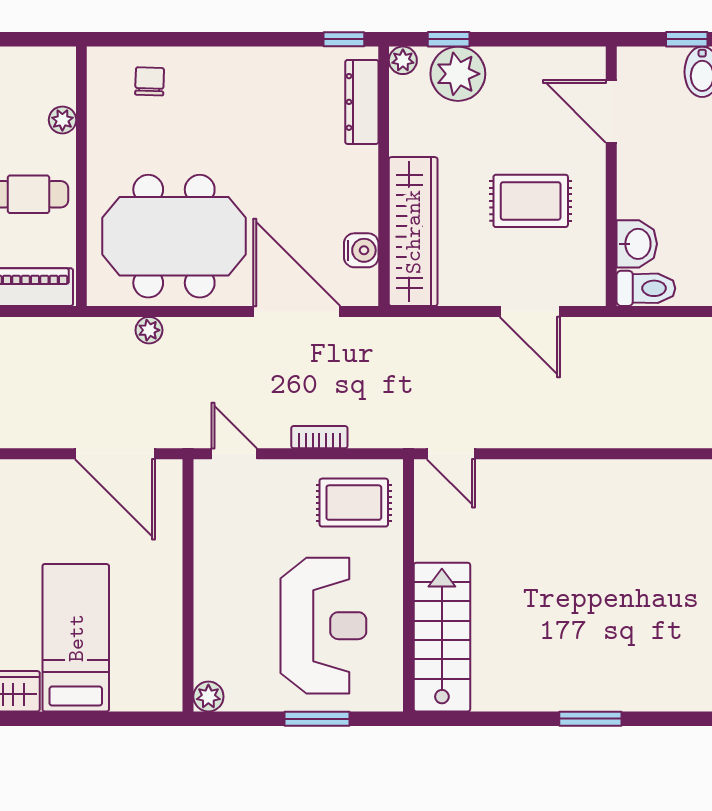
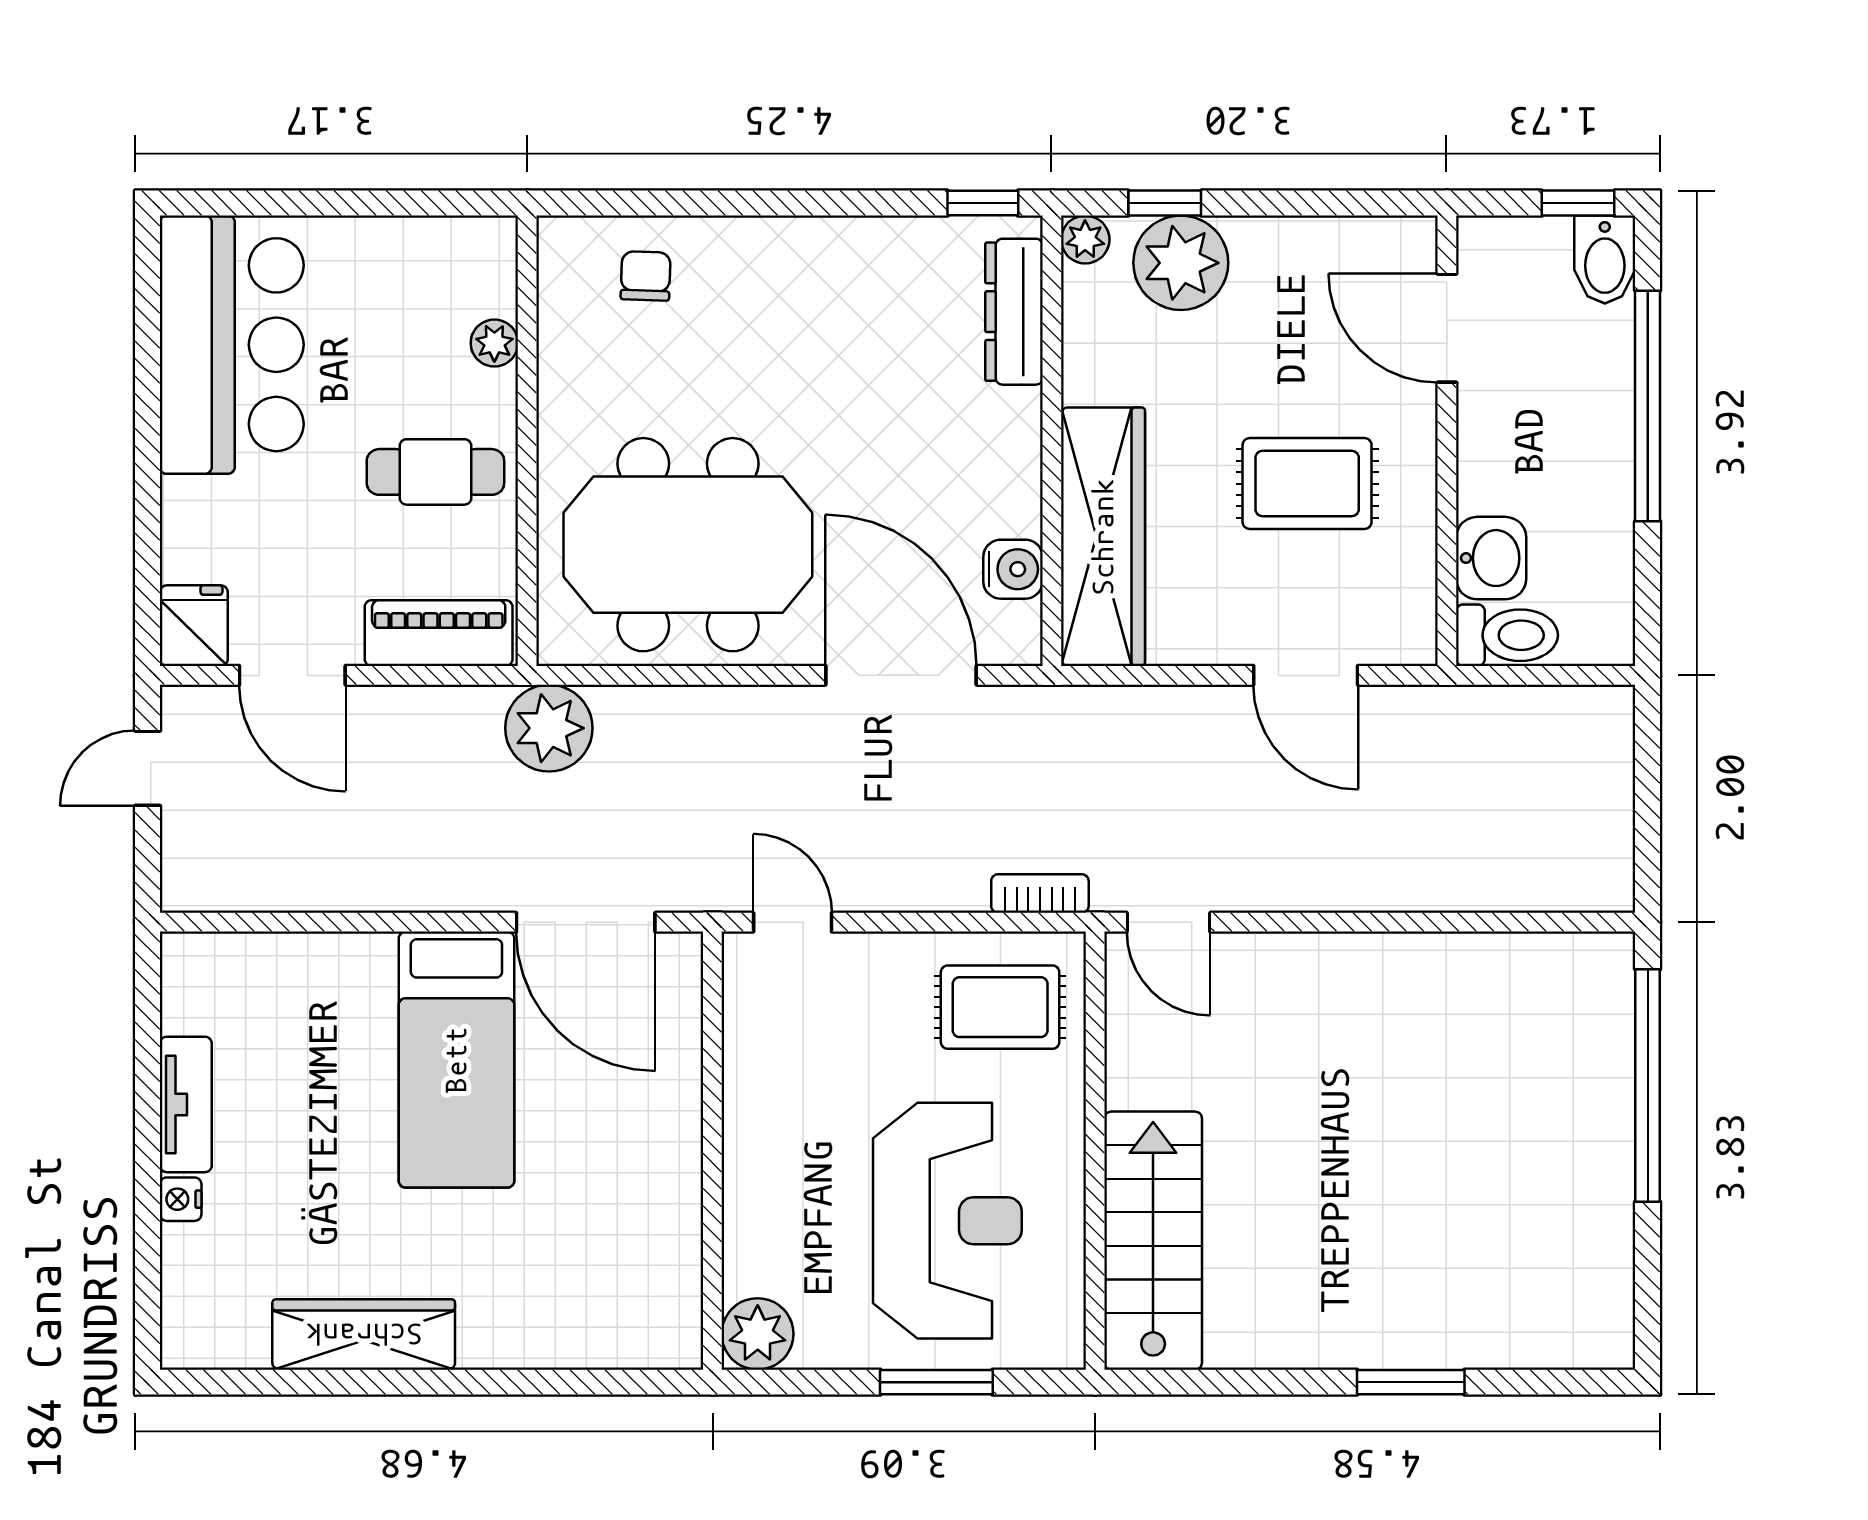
plant: (149, 330) -> (549, 728), moved, width x1.87, depth x1.87
bookcase: (319, 437) -> (1040, 894), moved
bed: (76, 638) -> (456, 1060), moved, turned 180
plant: (208, 697) -> (758, 1334), width x1.38, depth x1.38

